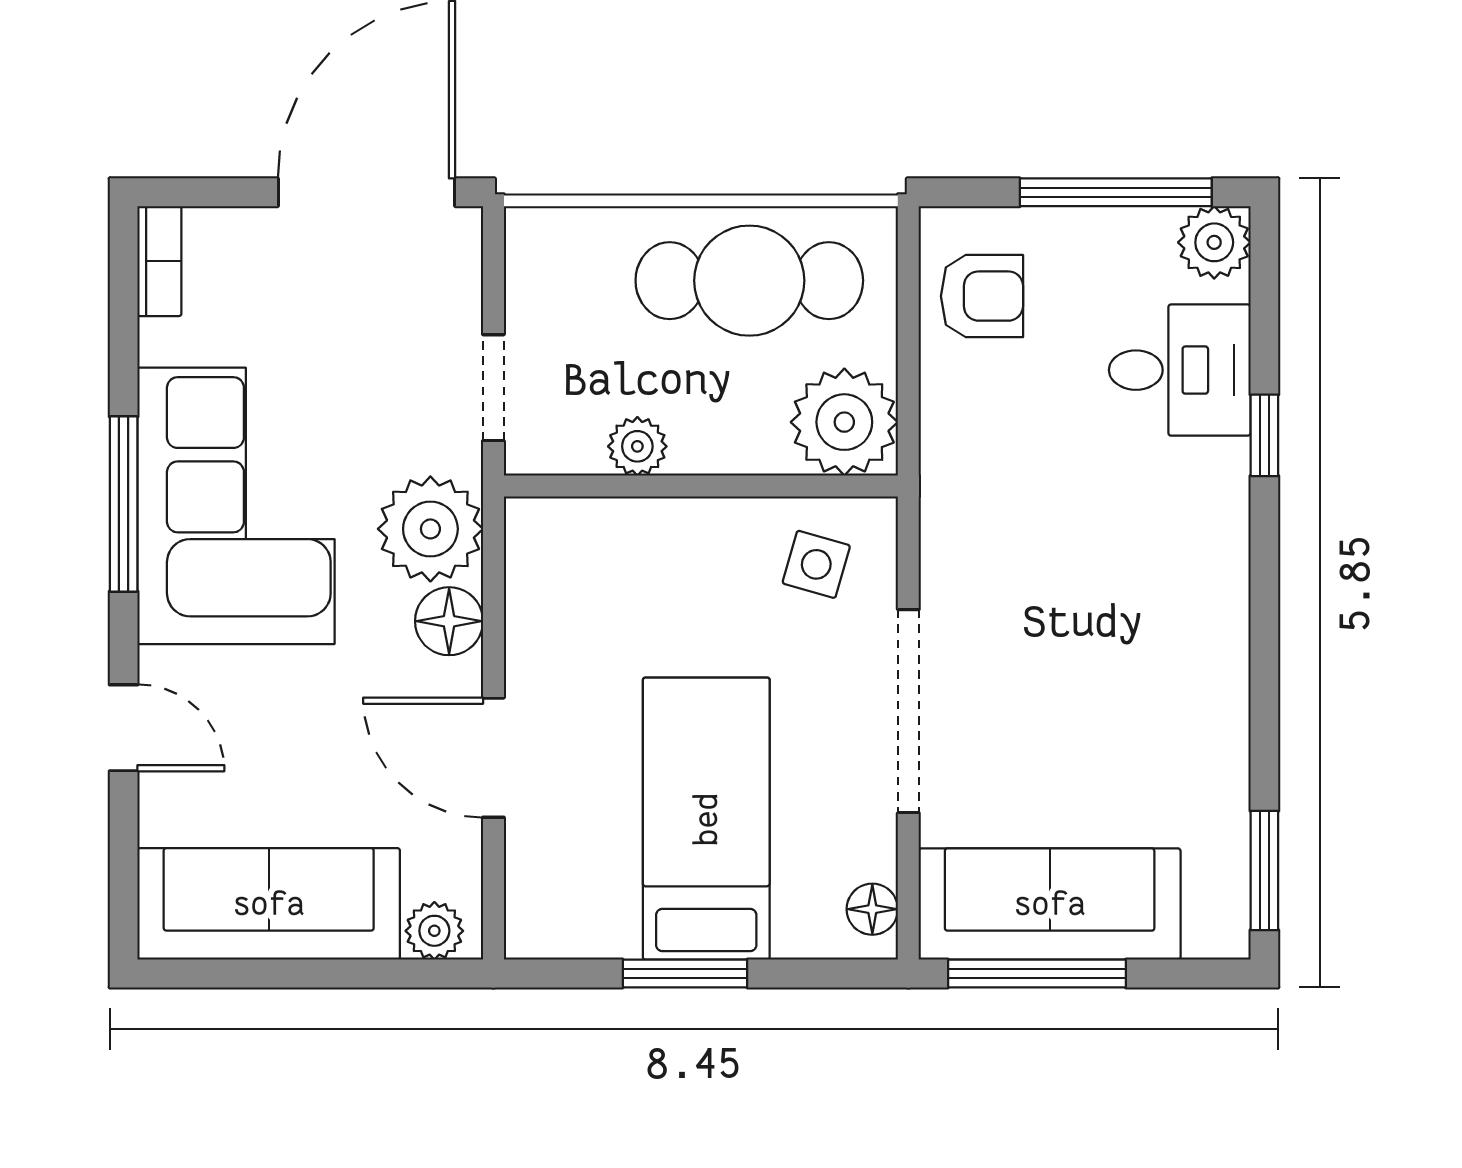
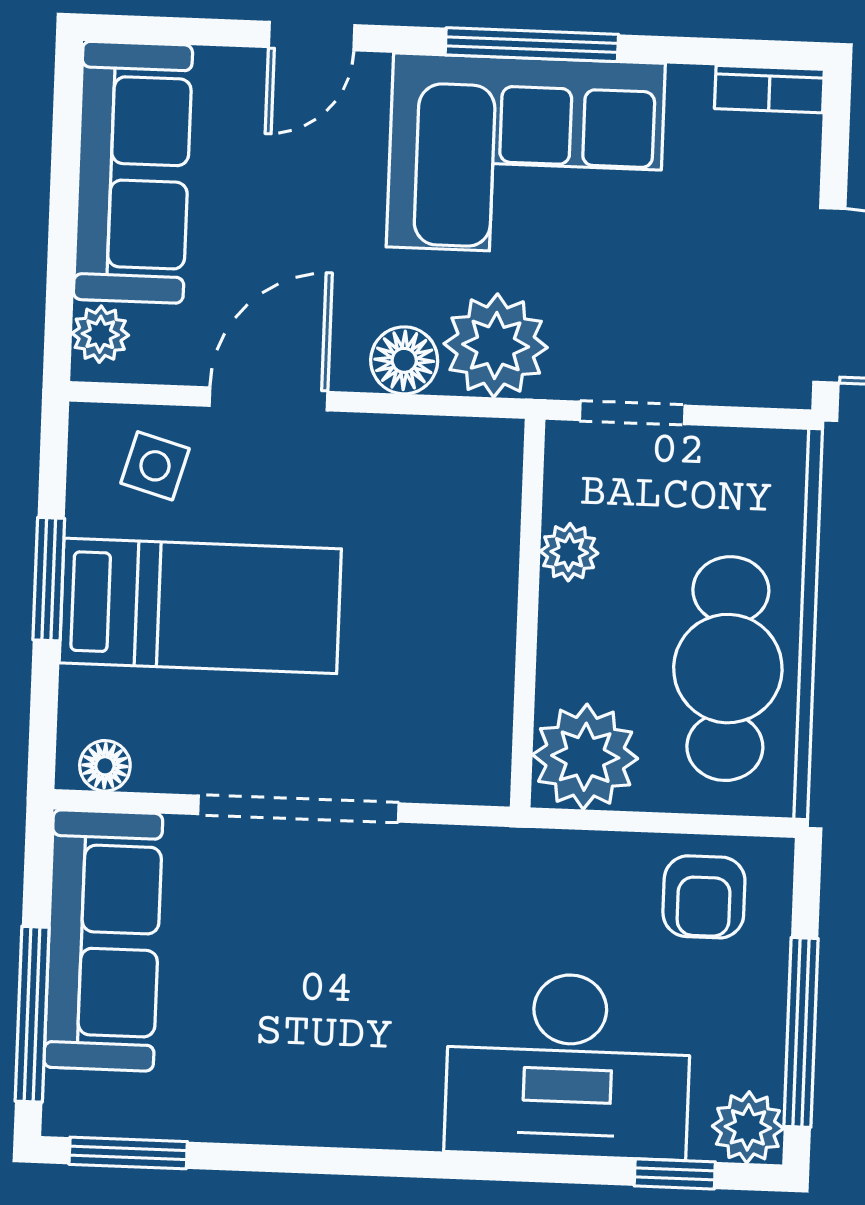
desk: (1180, 370) -> (568, 1066), width x1.87, depth x1.30
window: (1264, 435) -> (675, 1174), moved
side table: (816, 564) -> (155, 466), moved
window: (1037, 973) -> (32, 1014), moved

